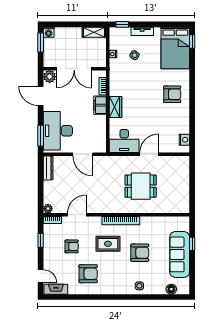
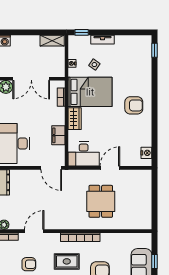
bed: (175, 48) -> (90, 92), moved, turned -90
filing cabinet: (100, 105) -> (58, 135), moved
door: (83, 154) -> (51, 168), moved
dining table: (141, 186) -> (101, 201), turned 90

